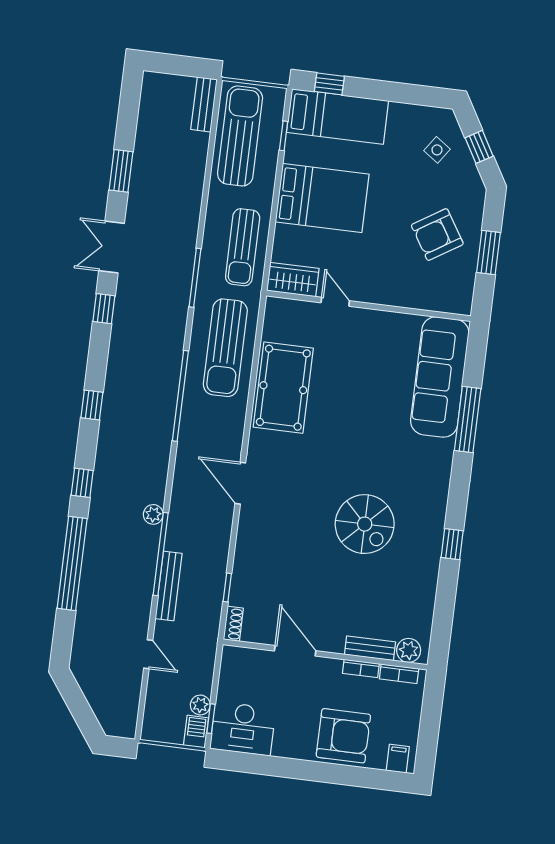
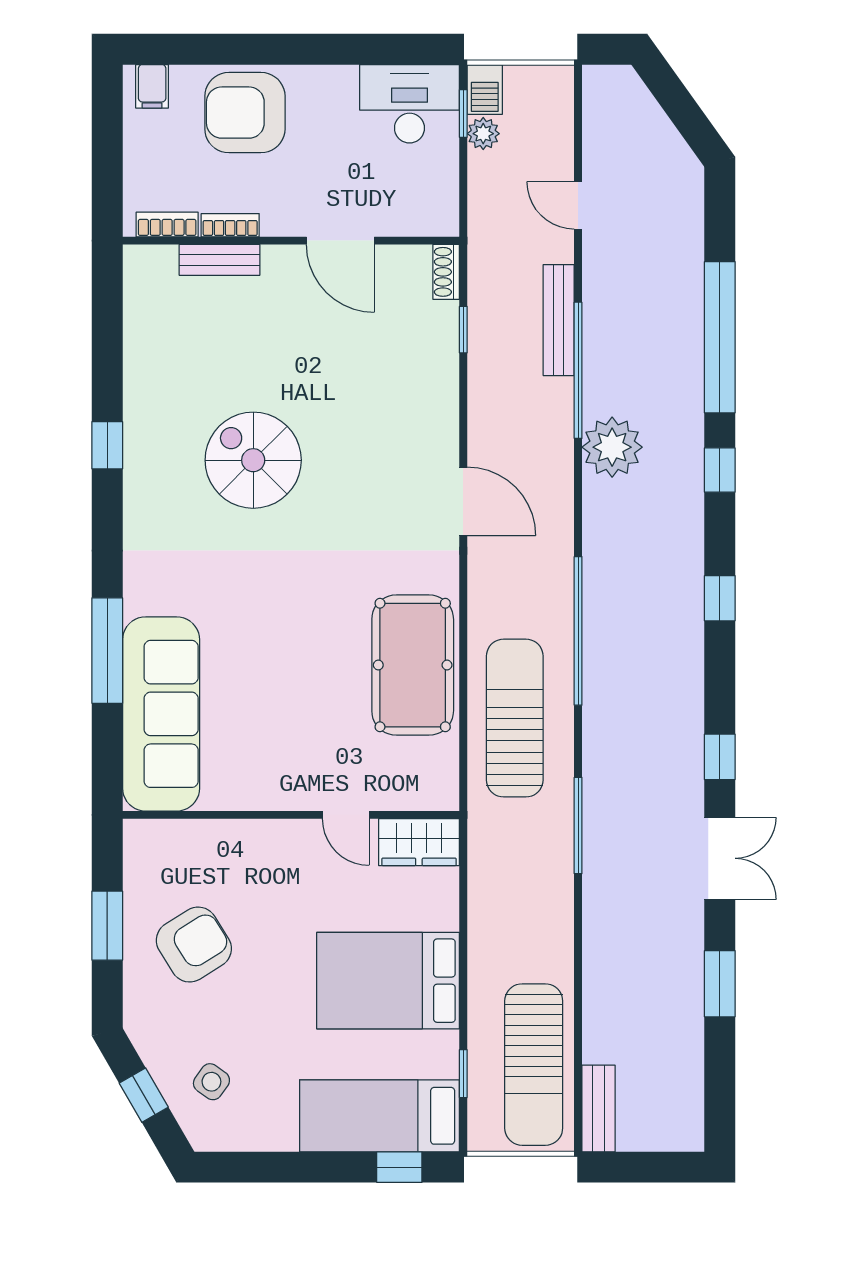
sun lounger: (243, 247) -> (507, 885), removed
plant: (153, 514) -> (612, 447), width x1.88, depth x1.88
plant: (409, 650) -> (156, 264), removed

